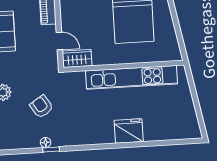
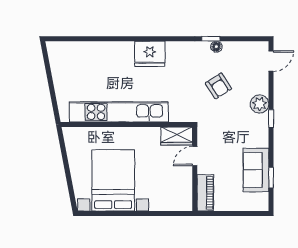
door: (59, 41) -> (195, 156), hinge flipped
fridge: (129, 131) -> (150, 54), moved

